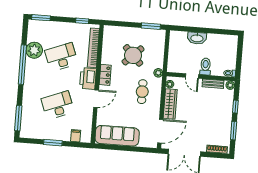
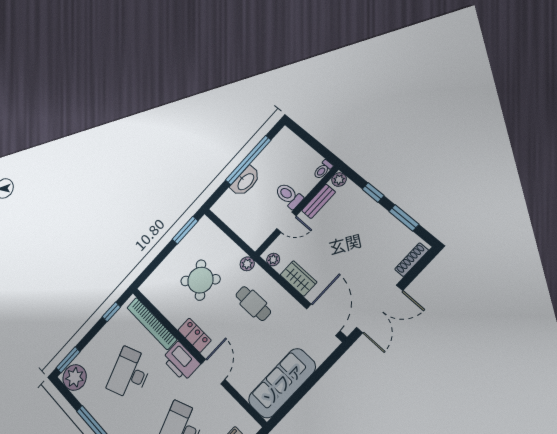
window: (208, 31) -> (248, 160), added
plant: (34, 50) -> (75, 377), moved
wardrobe: (170, 104) -> (298, 278), width x0.67

